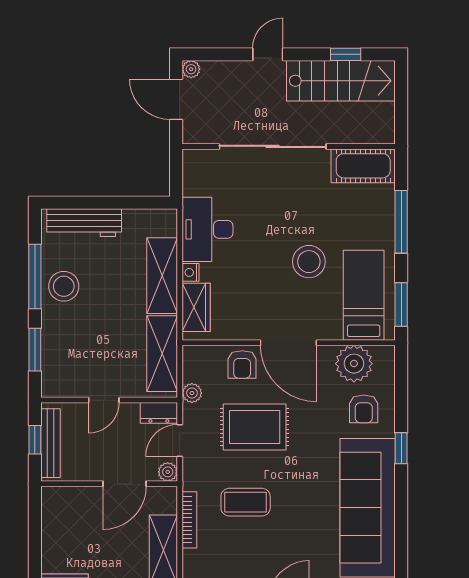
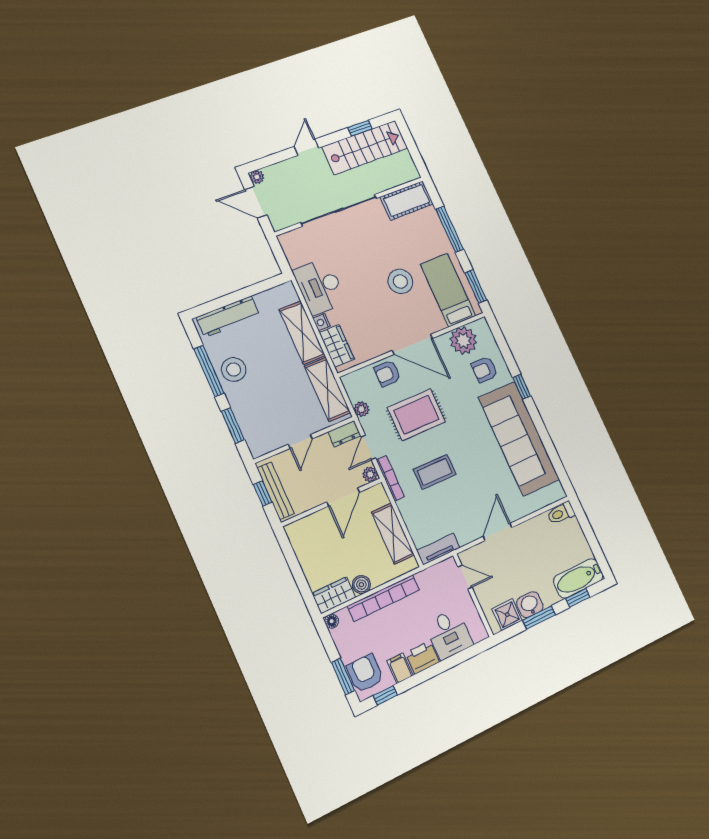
armchair: (242, 364) -> (387, 373), turned 90
armchair: (364, 409) -> (484, 370), turned 90
bookcase: (189, 520) -> (390, 478), moved

